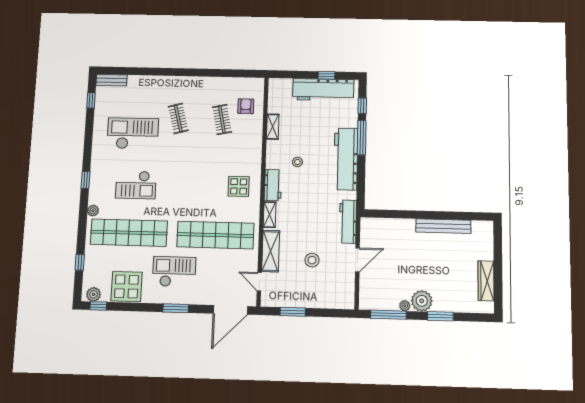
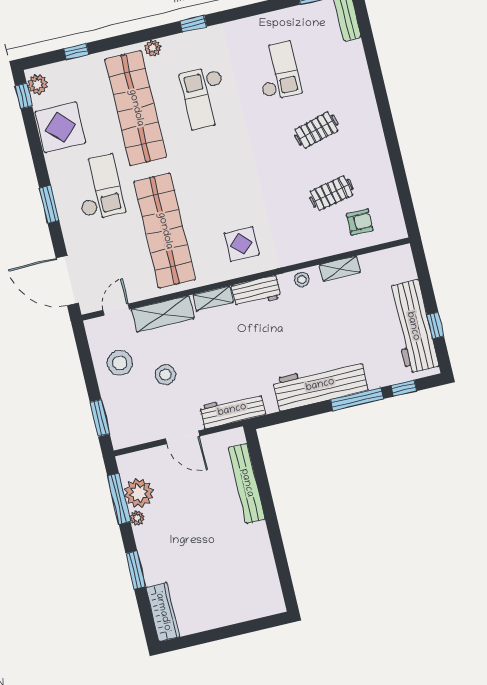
checkout: (133, 133) -> (278, 71), width x0.73, depth x0.83
stool: (297, 162) -> (302, 280), moved
bench: (443, 226) -> (247, 483), moved
wardrobe: (486, 281) -> (163, 612), moved, turned 90
stool: (296, 289) -> (120, 363), added
plant: (422, 301) -> (139, 493), moved
window: (293, 312) -> (100, 418), moved

